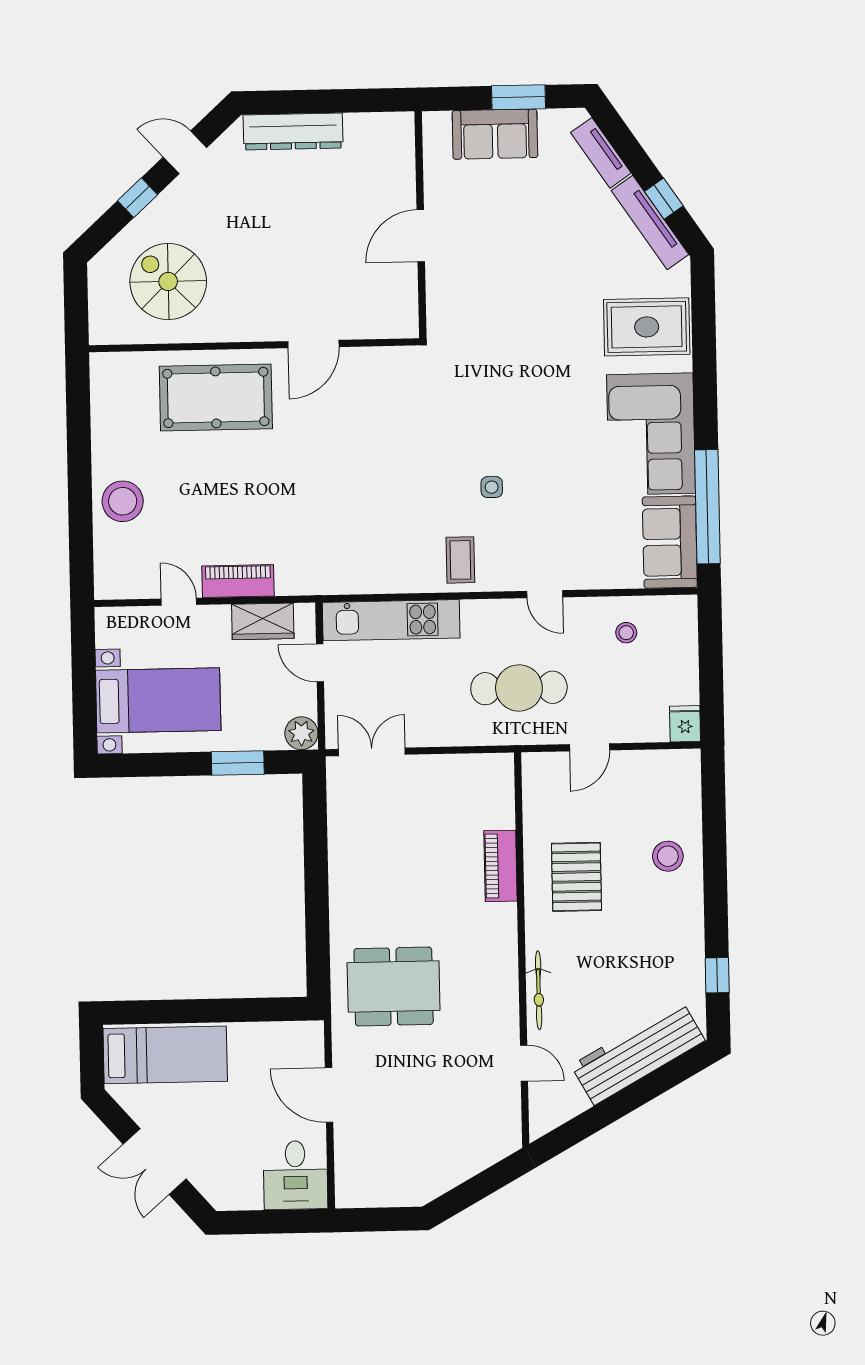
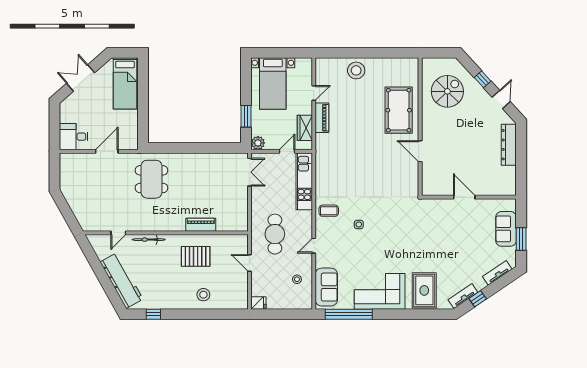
tv unit: (650, 222) -> (463, 296), width x0.71
sofa: (670, 542) -> (326, 287), moved, turned 90

